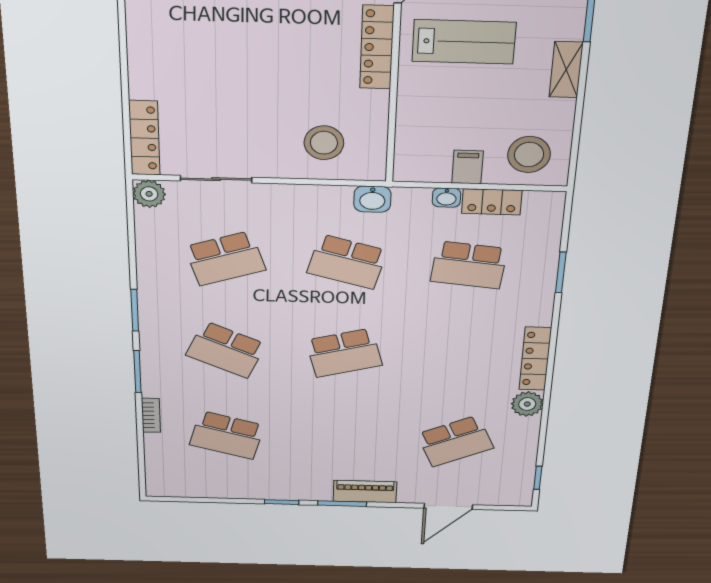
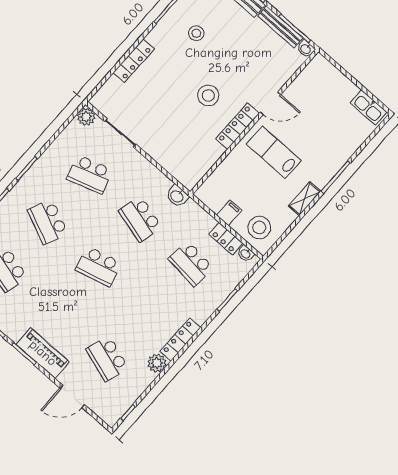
lab bench: (464, 42) -> (274, 152), turned 180
locker: (144, 138) -> (134, 61), moved
stool: (324, 143) -> (208, 95), moved
washbasin: (446, 198) -> (246, 254), moved
school desk: (455, 441) -> (107, 359), turned 42
piano: (365, 492) -> (43, 353), width x1.37, depth x1.33

